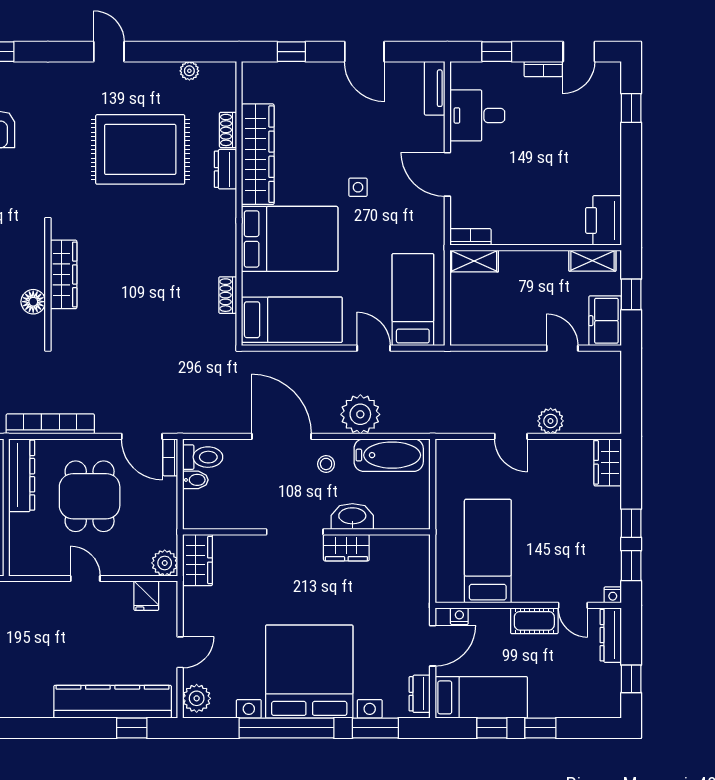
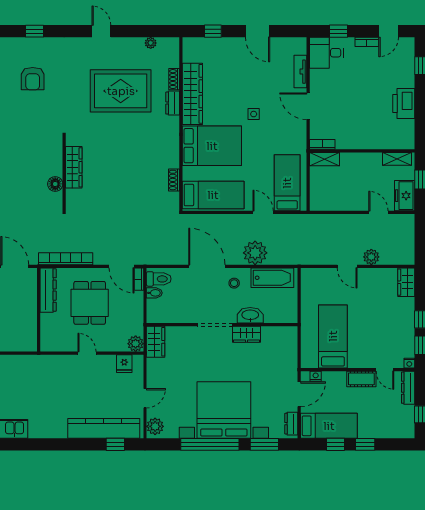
tv unit: (435, 88) -> (300, 72), moved
desk: (477, 115) -> (327, 53), moved
printer: (604, 220) -> (404, 104), moved

